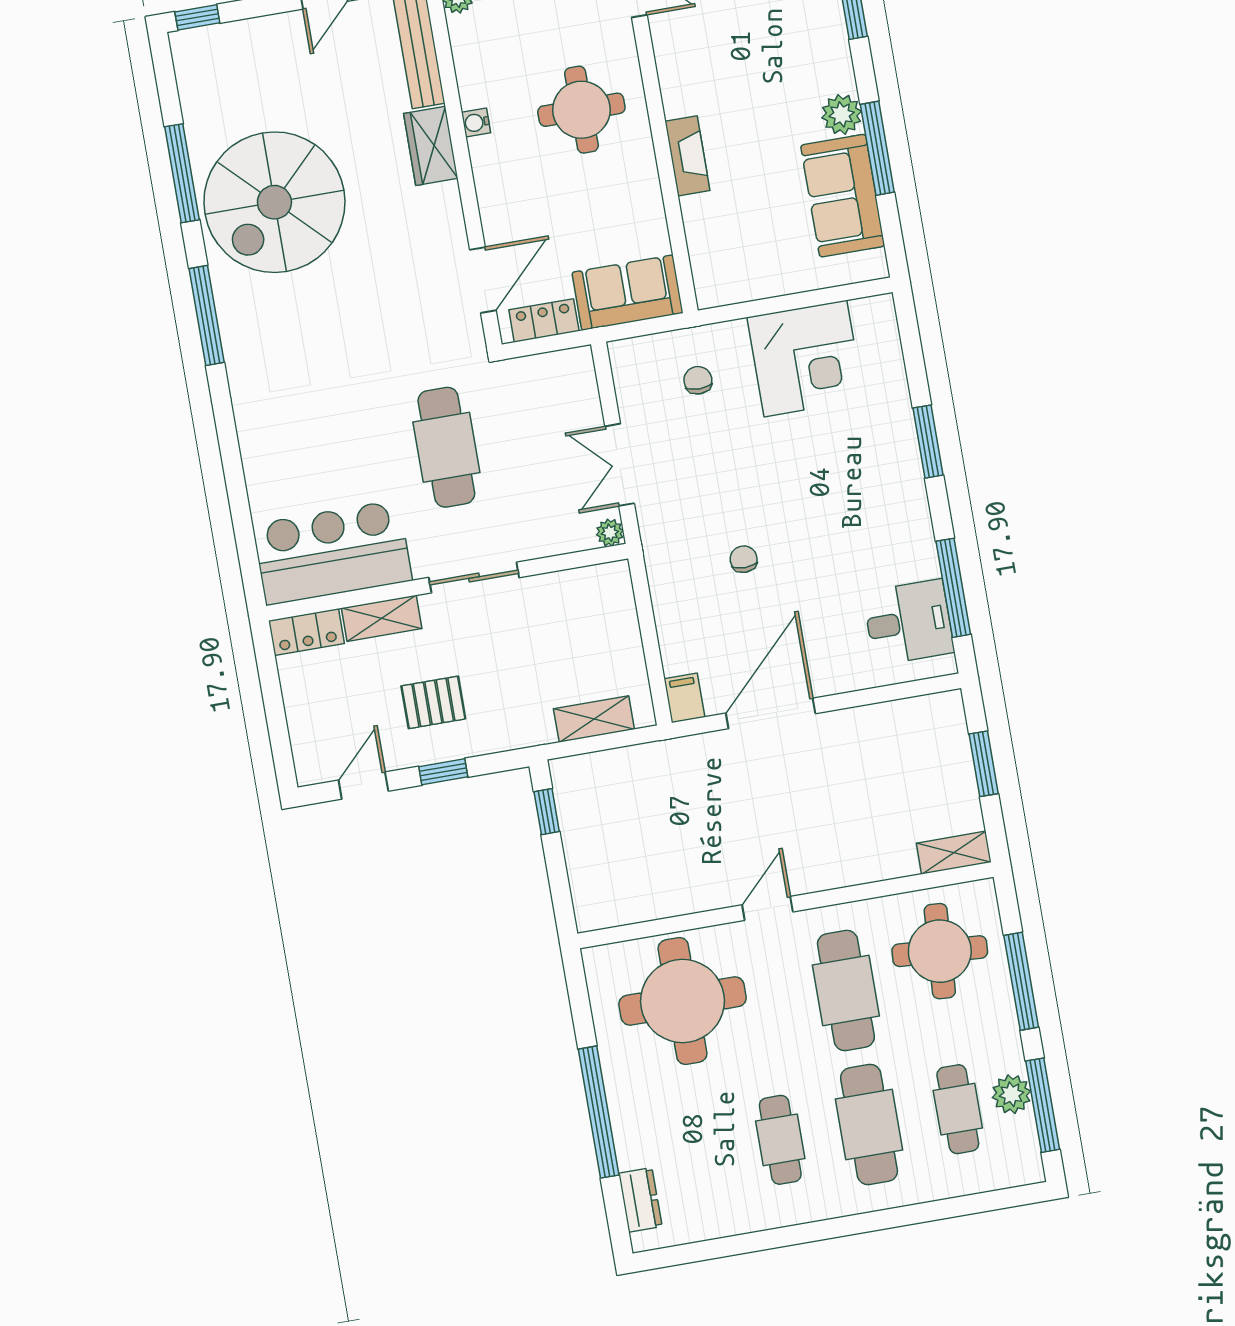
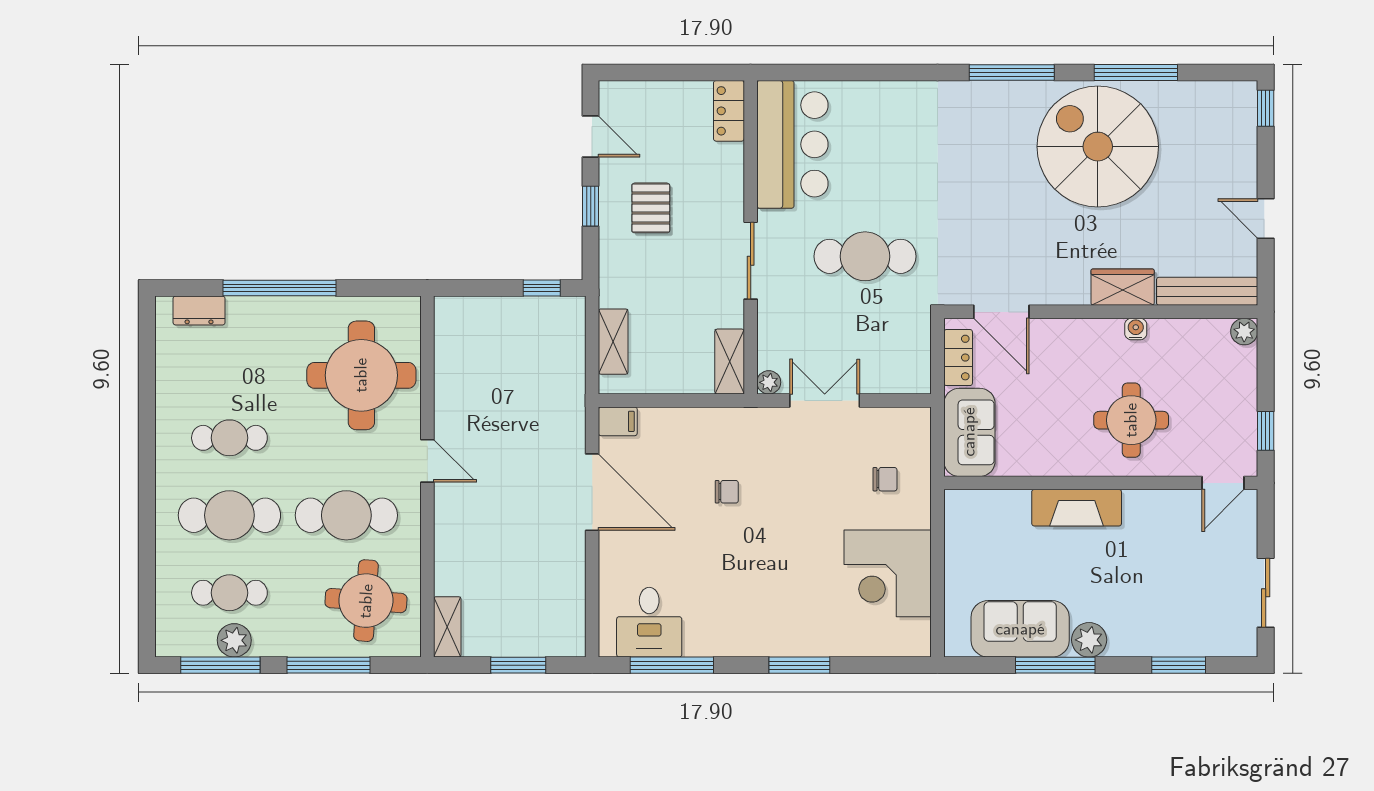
fireplace: (687, 156) -> (1077, 508), width x1.37, depth x1.32
shelving: (382, 618) -> (730, 362), moved

